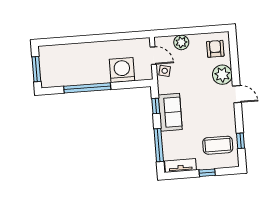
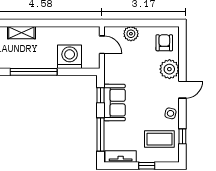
shelving: (72, 50) -> (21, 33), added
side table: (165, 71) -> (170, 113), moved
door: (237, 94) -> (182, 90), hinge flipped

